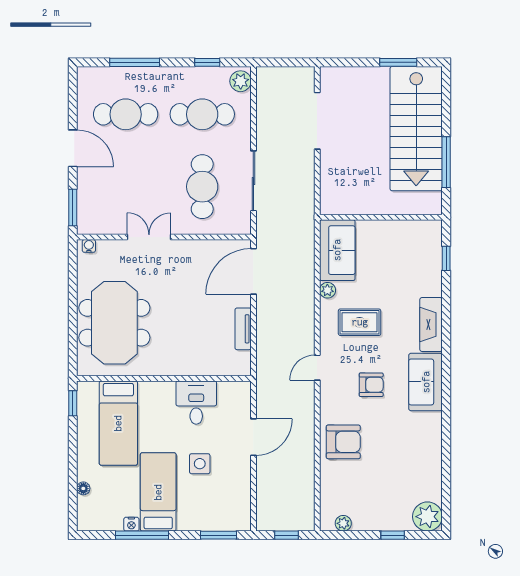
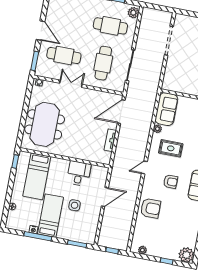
cafe table: (126, 114) -> (64, 56), moved

